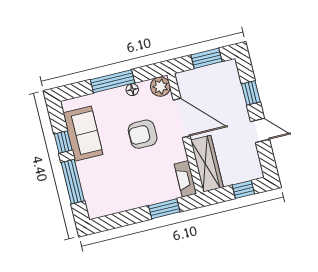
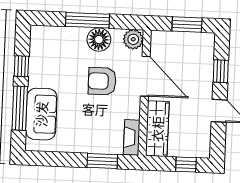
floor lamp: (132, 90) -> (99, 40), width x1.89, depth x1.89
sofa: (83, 134) -> (41, 114), moved

